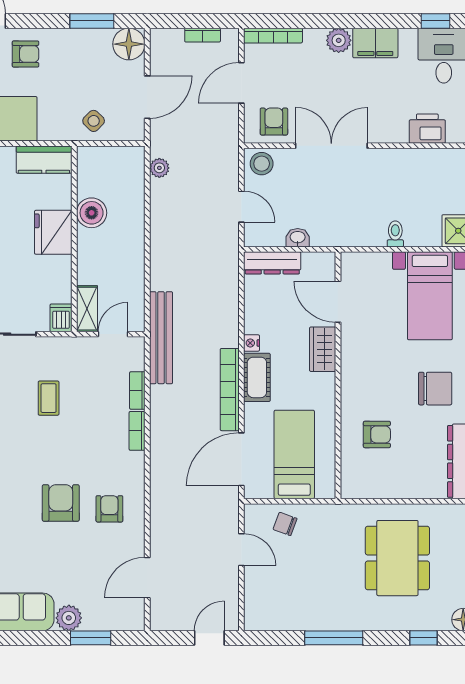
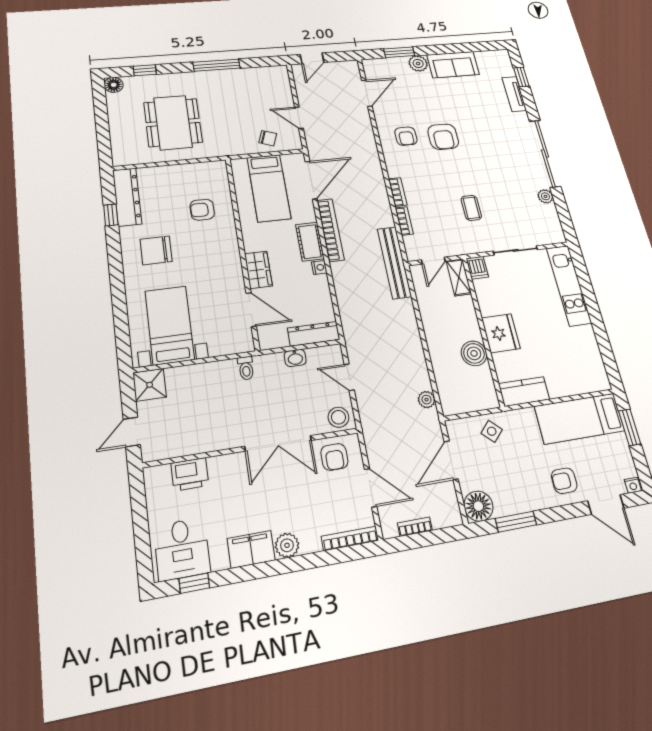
door: (241, 83) -> (371, 488), hinge flipped
toilet: (395, 234) -> (246, 368), moved

